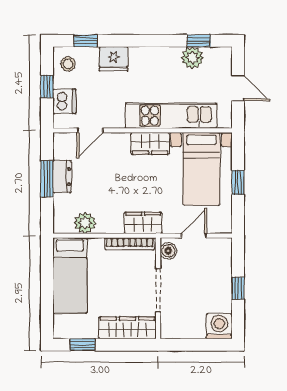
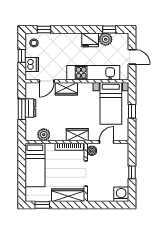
fridge: (113, 59) -> (90, 40), moved
wardrobe: (150, 143) -> (66, 89), moved

